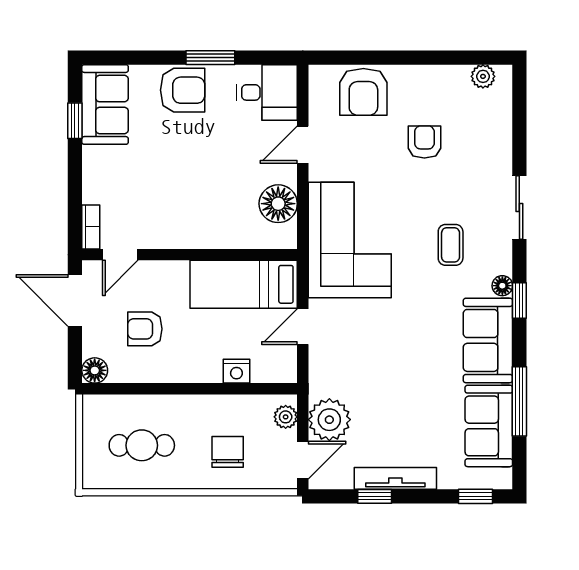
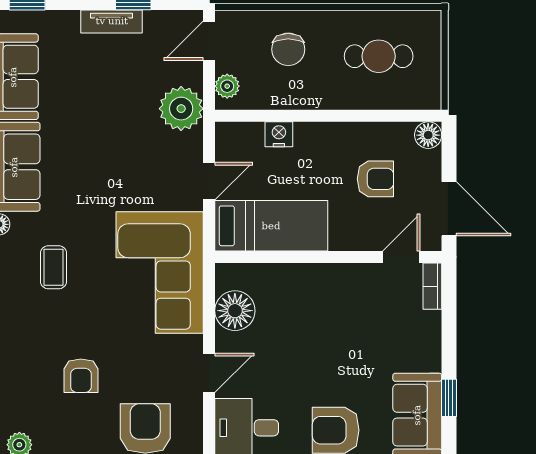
plant: (329, 420) -> (181, 109), moved
tv unit: (395, 478) -> (112, 21), width x0.71

